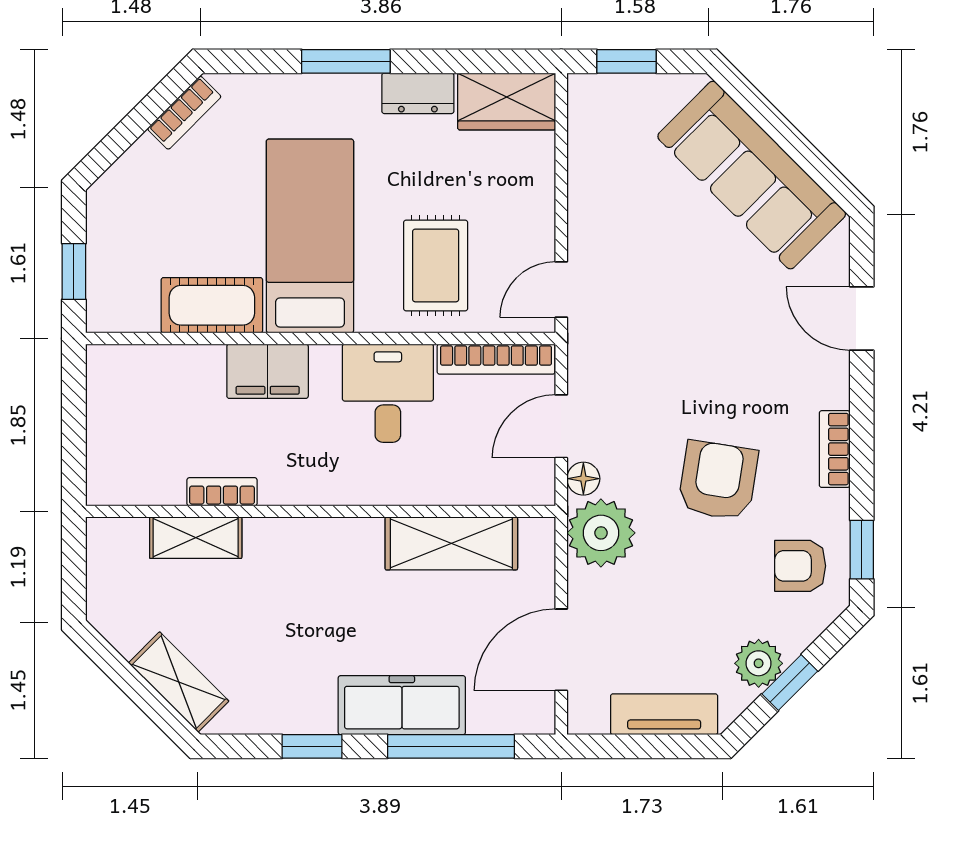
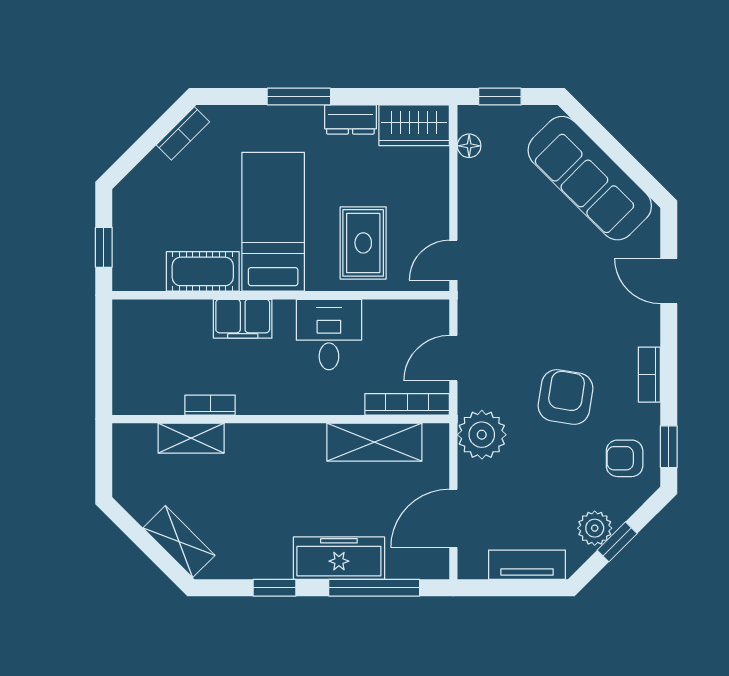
bookcase: (496, 359) -> (407, 404), moved, turned 180
floor lamp: (583, 479) -> (469, 146), moved

